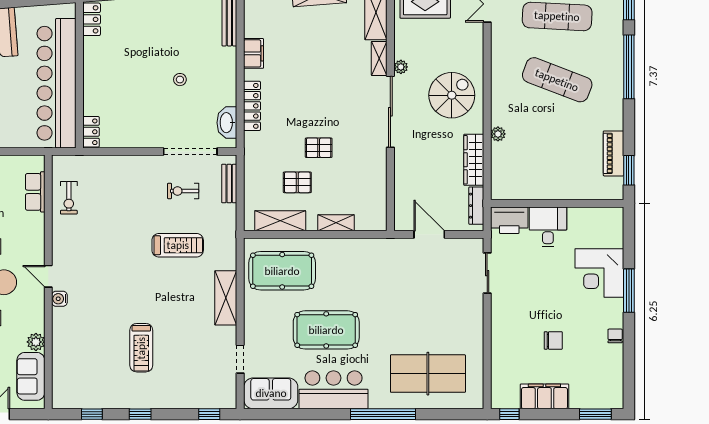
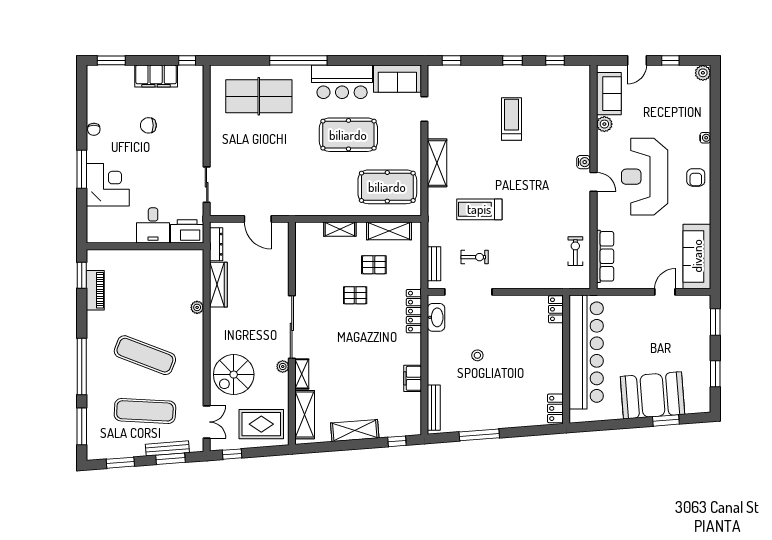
spiral stairs: (452, 95) -> (234, 375), moved
locker: (252, 106) -> (414, 311), moved
row of seats: (35, 192) -> (605, 256), width x1.48

